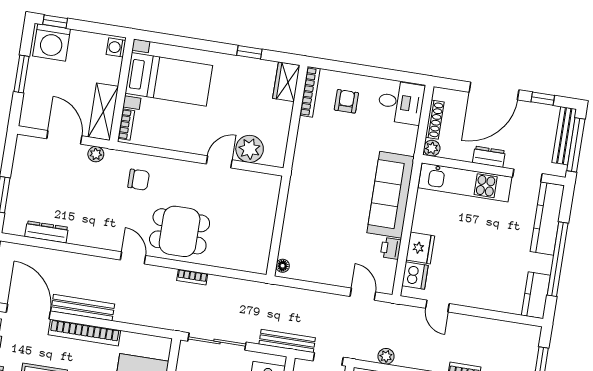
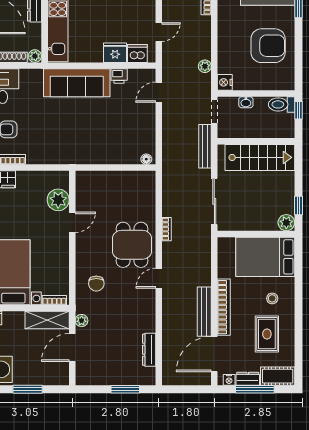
door: (219, 162) -> (72, 222), swing flipped
chair: (139, 180) -> (96, 284), turned 180

